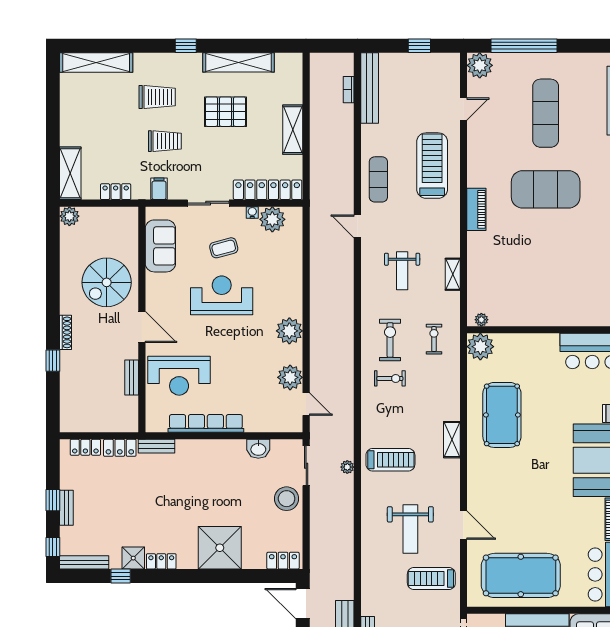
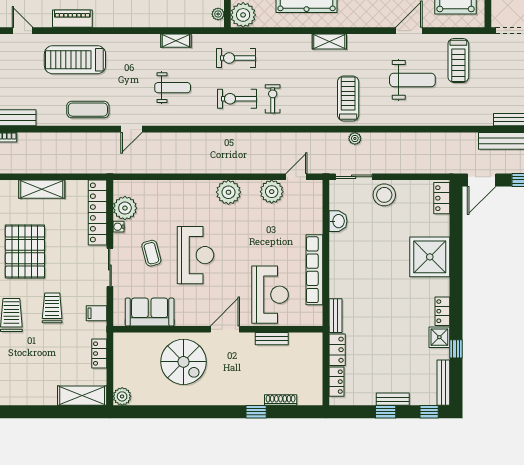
pallet: (226, 112) -> (25, 252), width x1.37, depth x1.41
piano: (476, 209) -> (72, 19), moved
reception desk: (222, 295) -> (196, 255), turned 180
shoe rack: (66, 332) -> (281, 400), moved
exercise bike: (434, 339) -> (236, 58), width x1.38, depth x1.39

